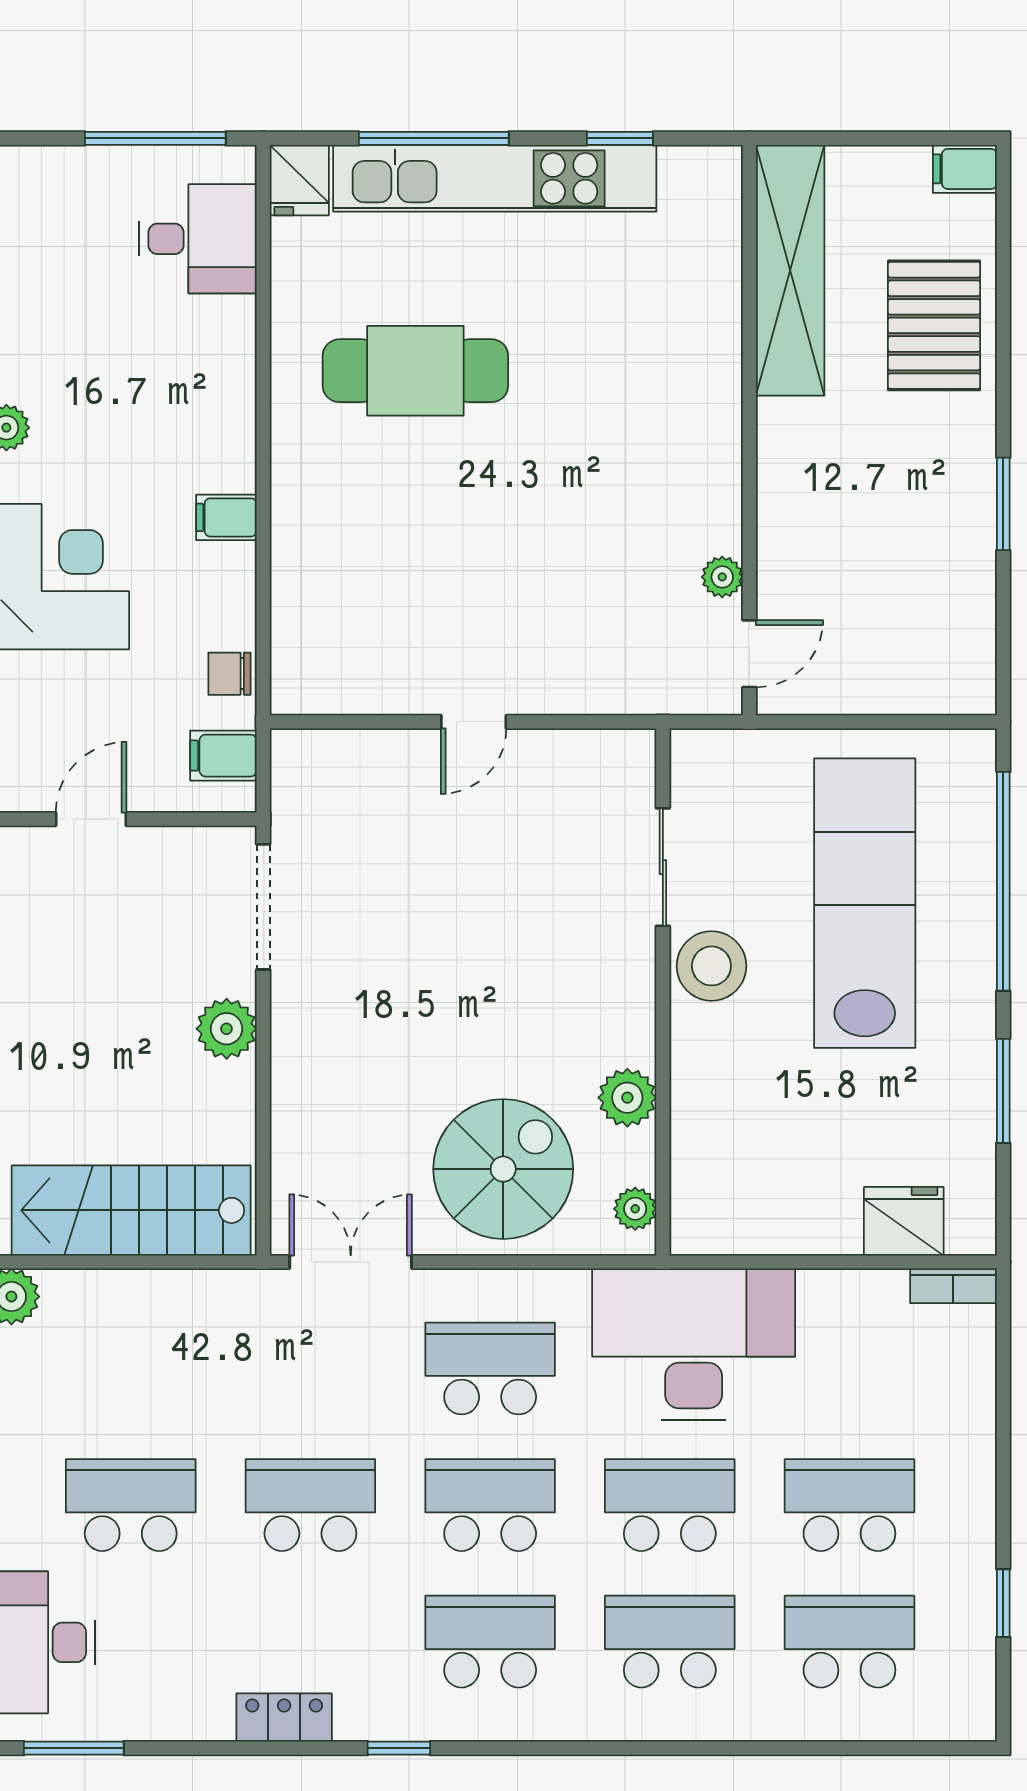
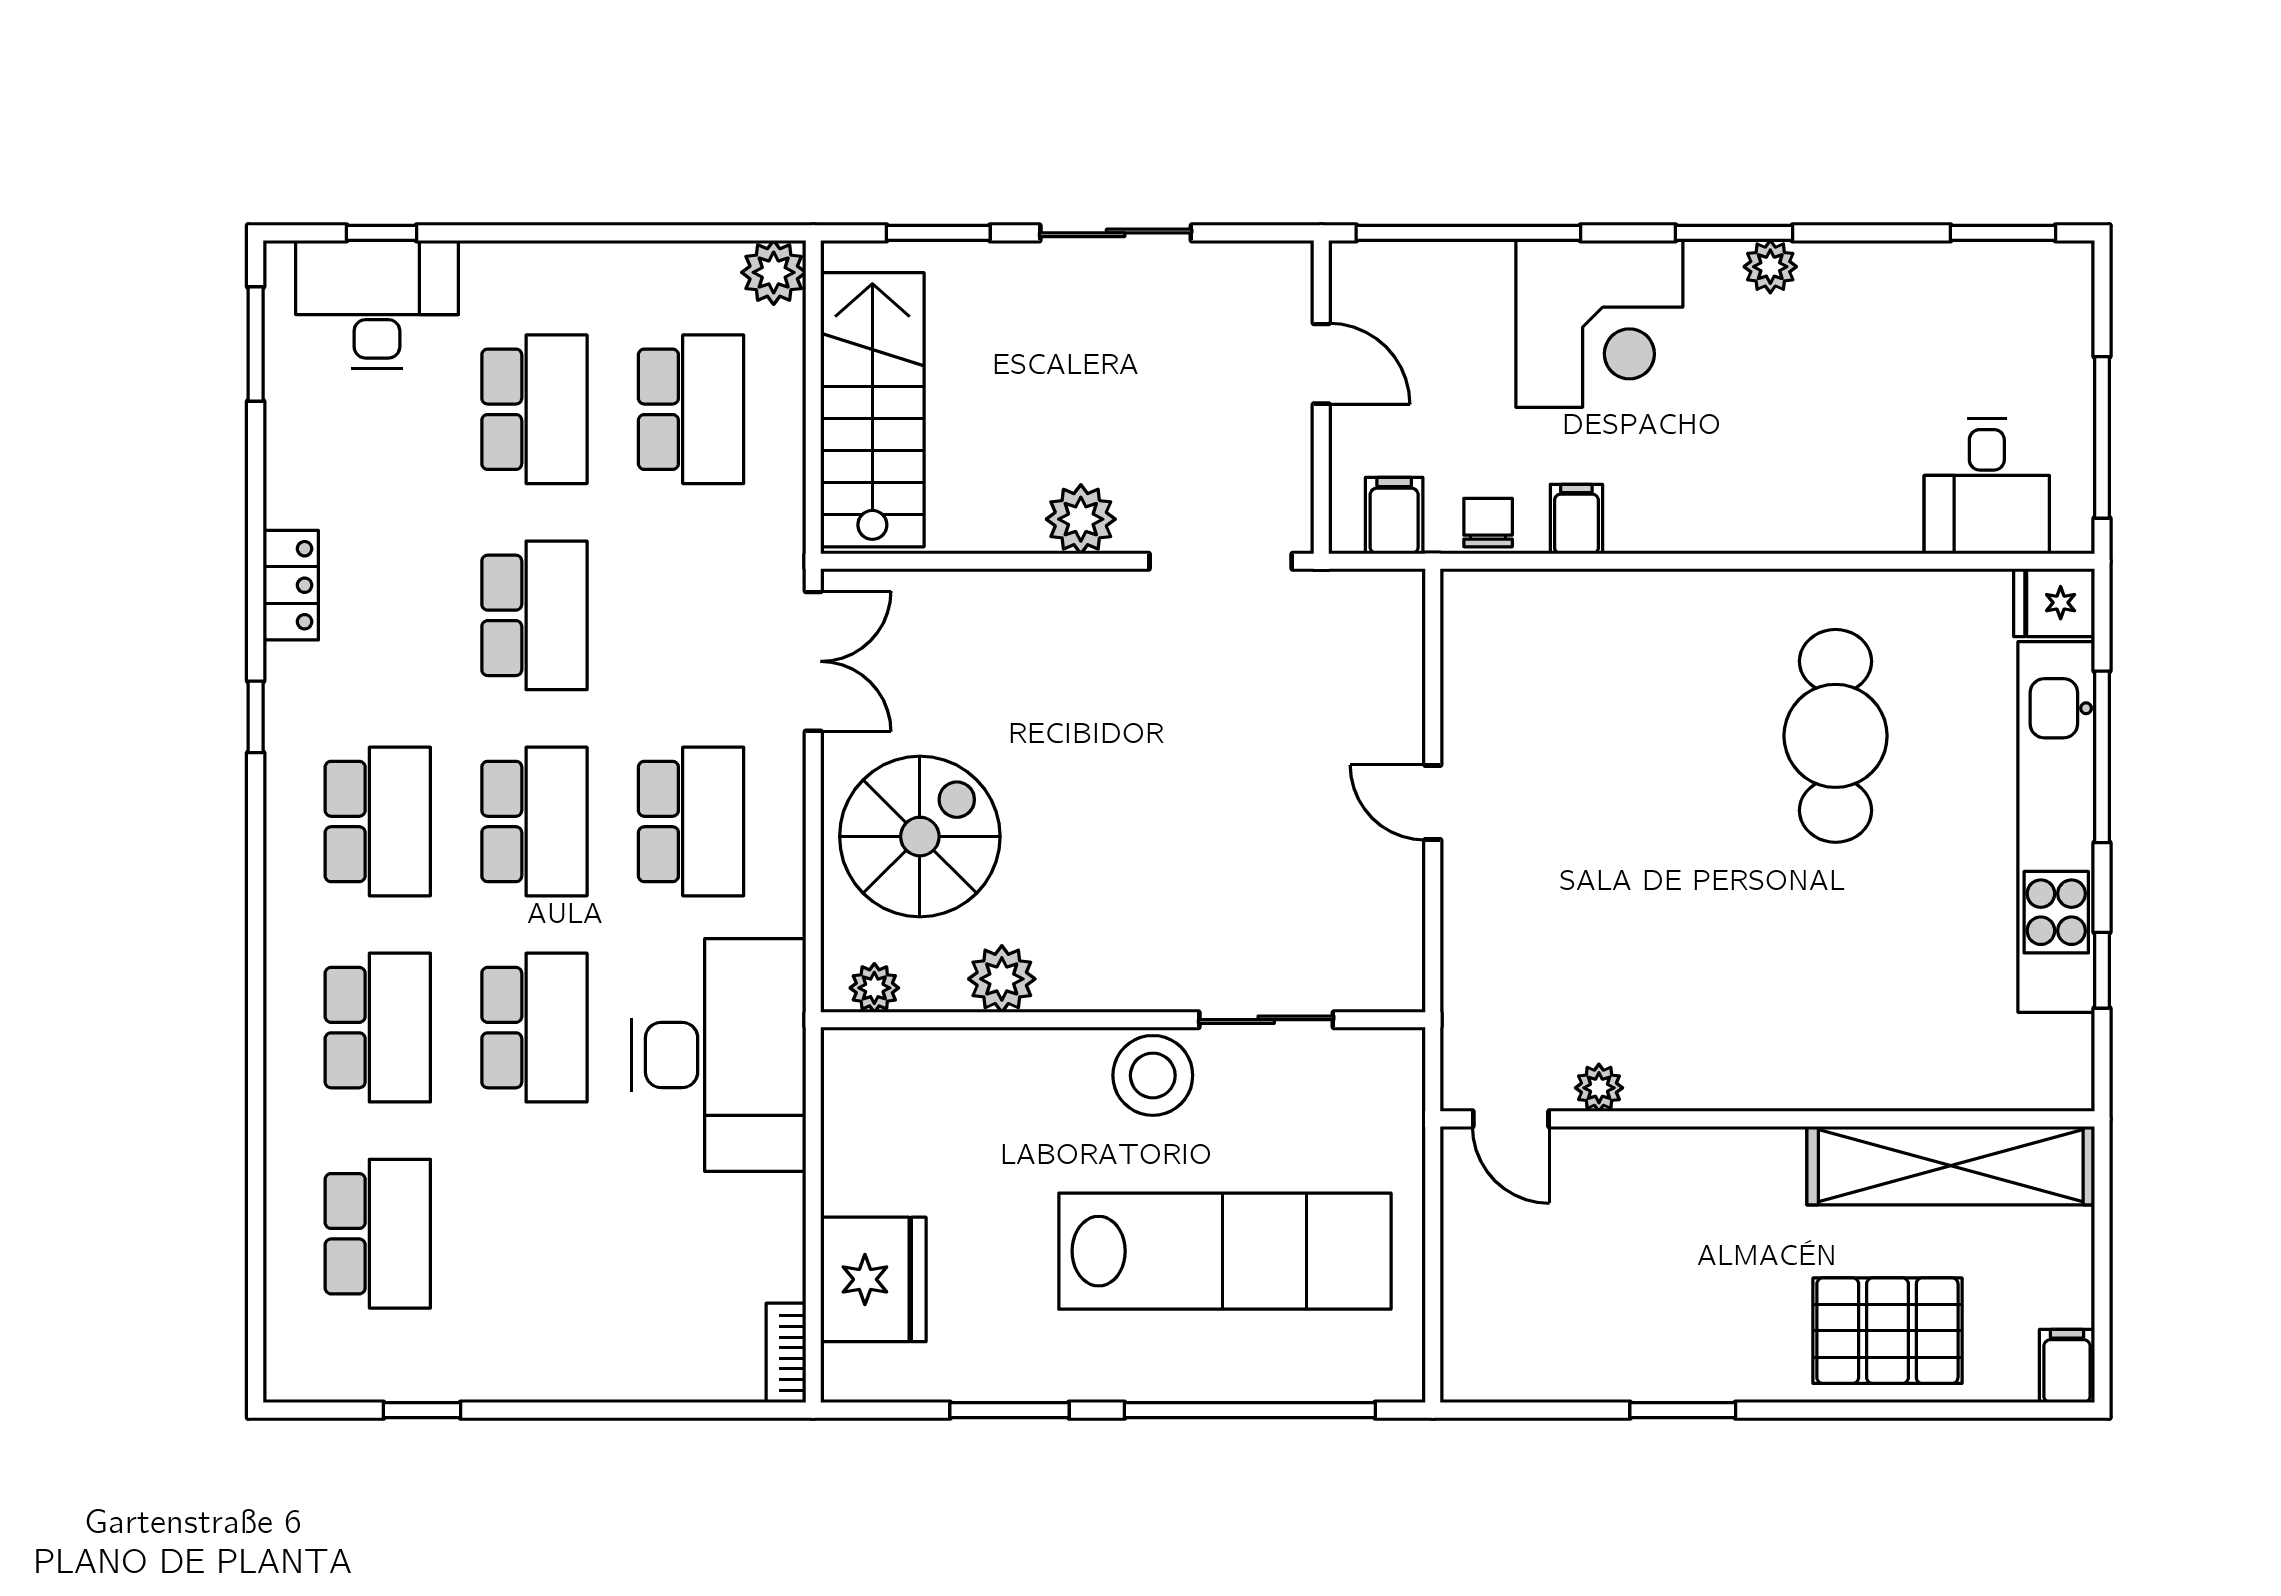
filing cabinet: (226, 517) -> (1576, 519), moved
spiral stairs: (503, 1169) -> (920, 837), turned -90
fridge: (904, 1221) -> (873, 1279), width x1.36, depth x1.34
school desk: (849, 1505) -> (691, 409), moved

